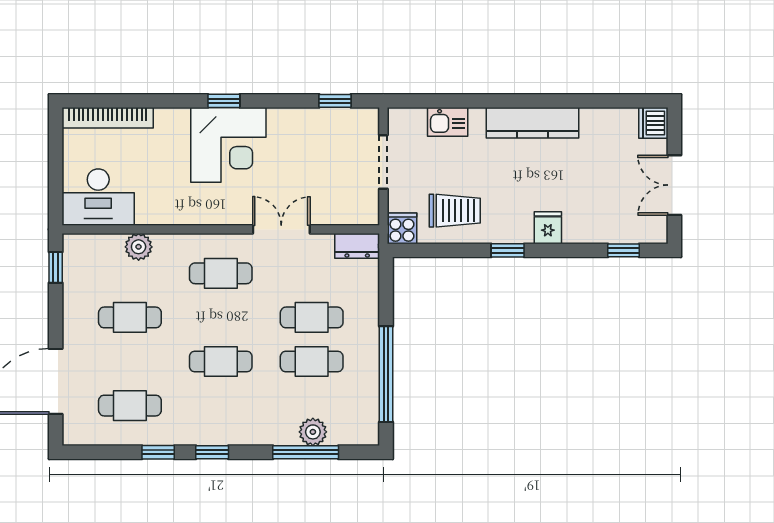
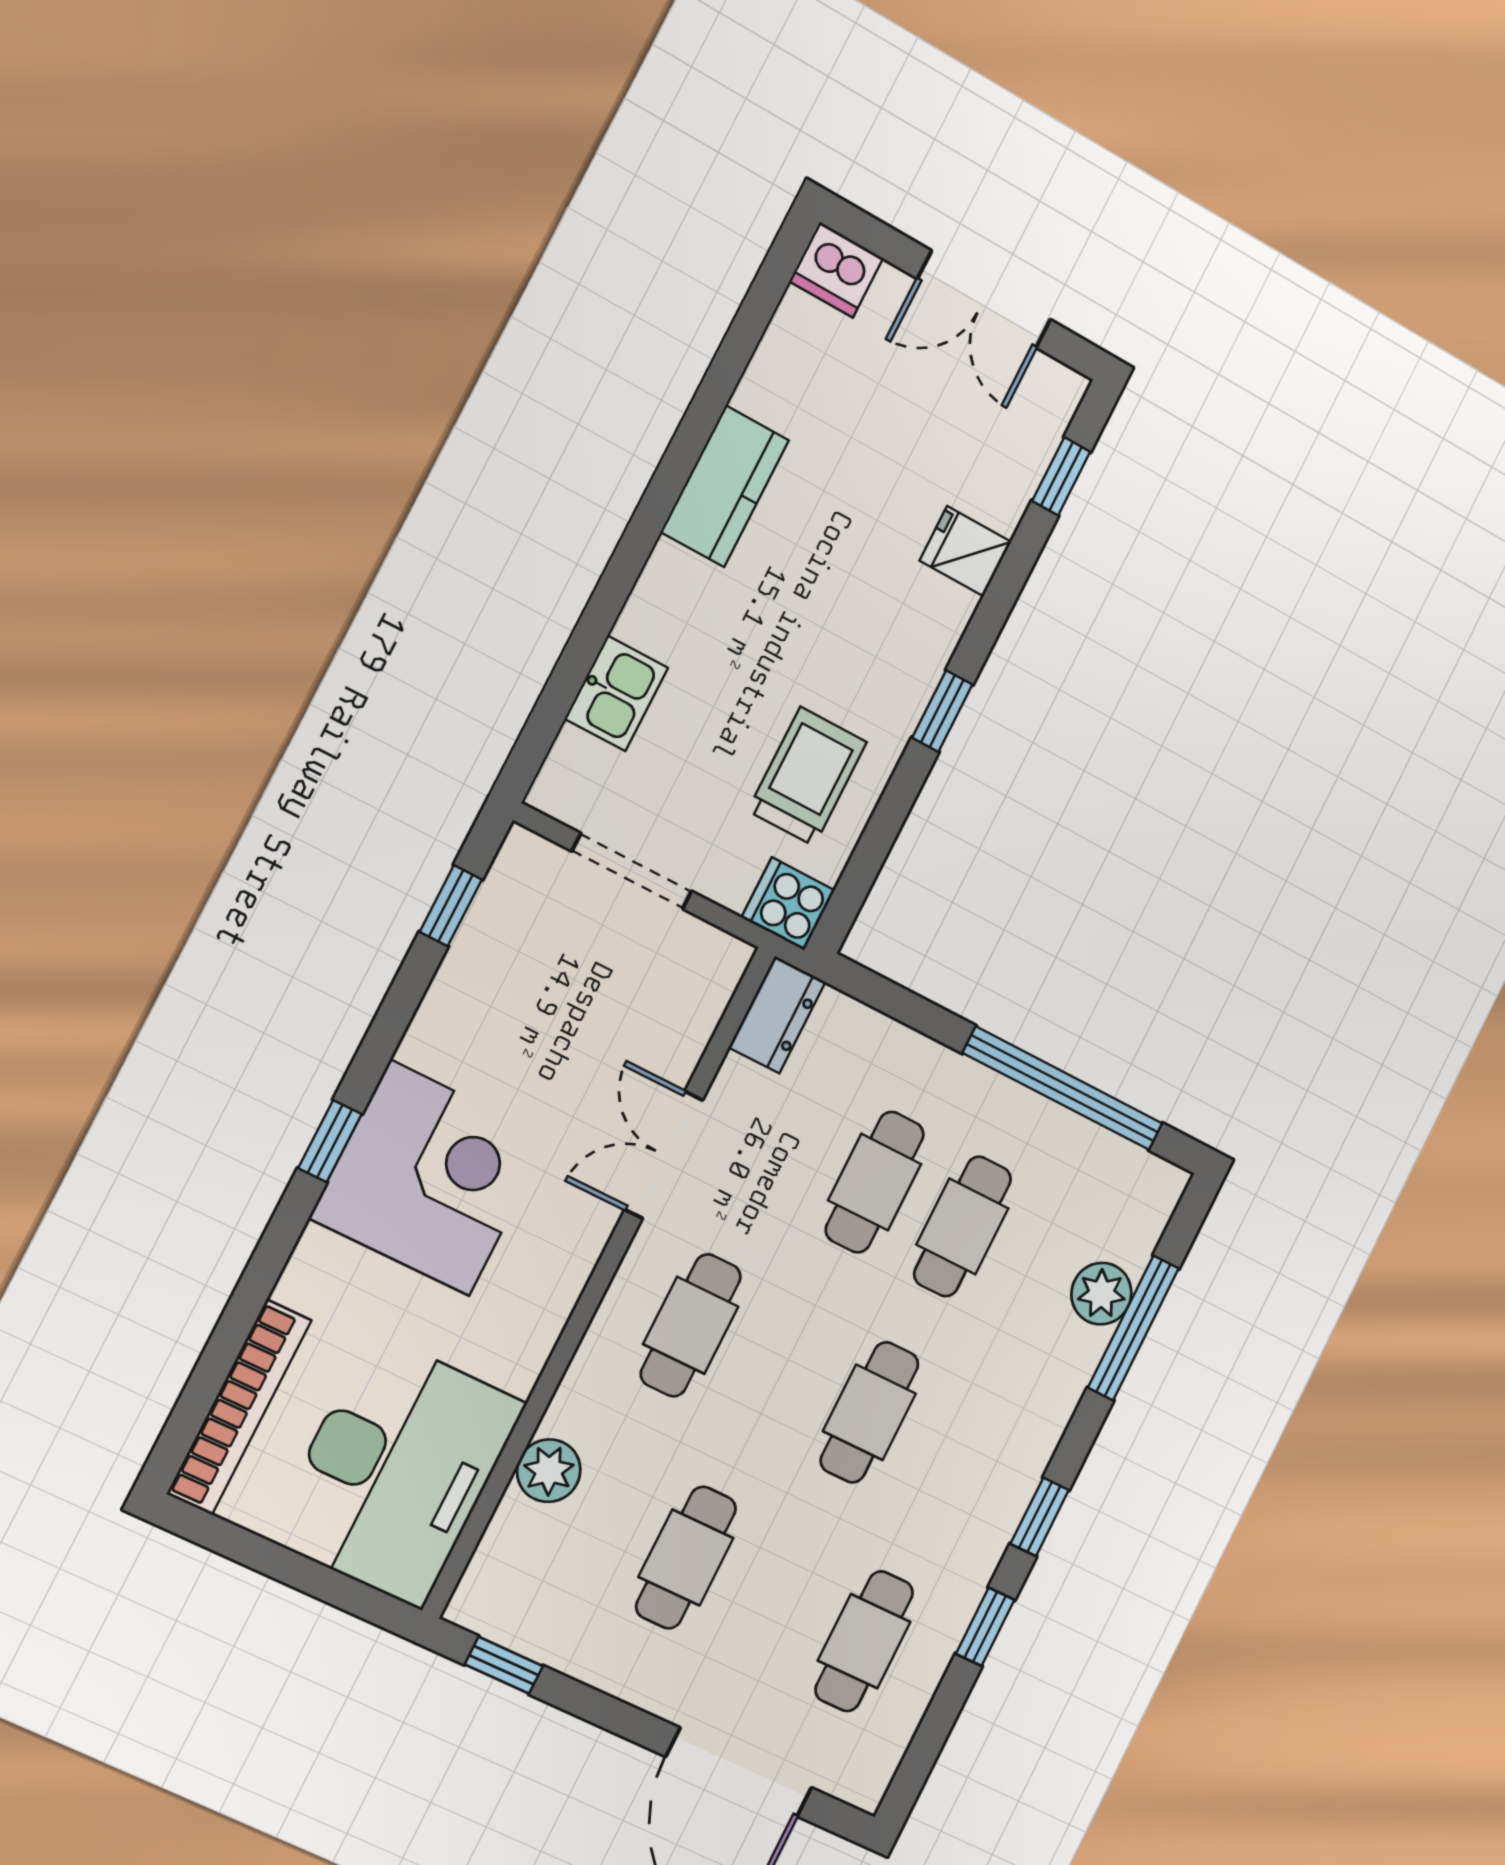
kitchen counter: (533, 123) -> (725, 486), width x0.67
desk: (98, 197) -> (397, 1470), width x1.36, depth x1.30
fridge: (548, 228) -> (965, 551), moved

